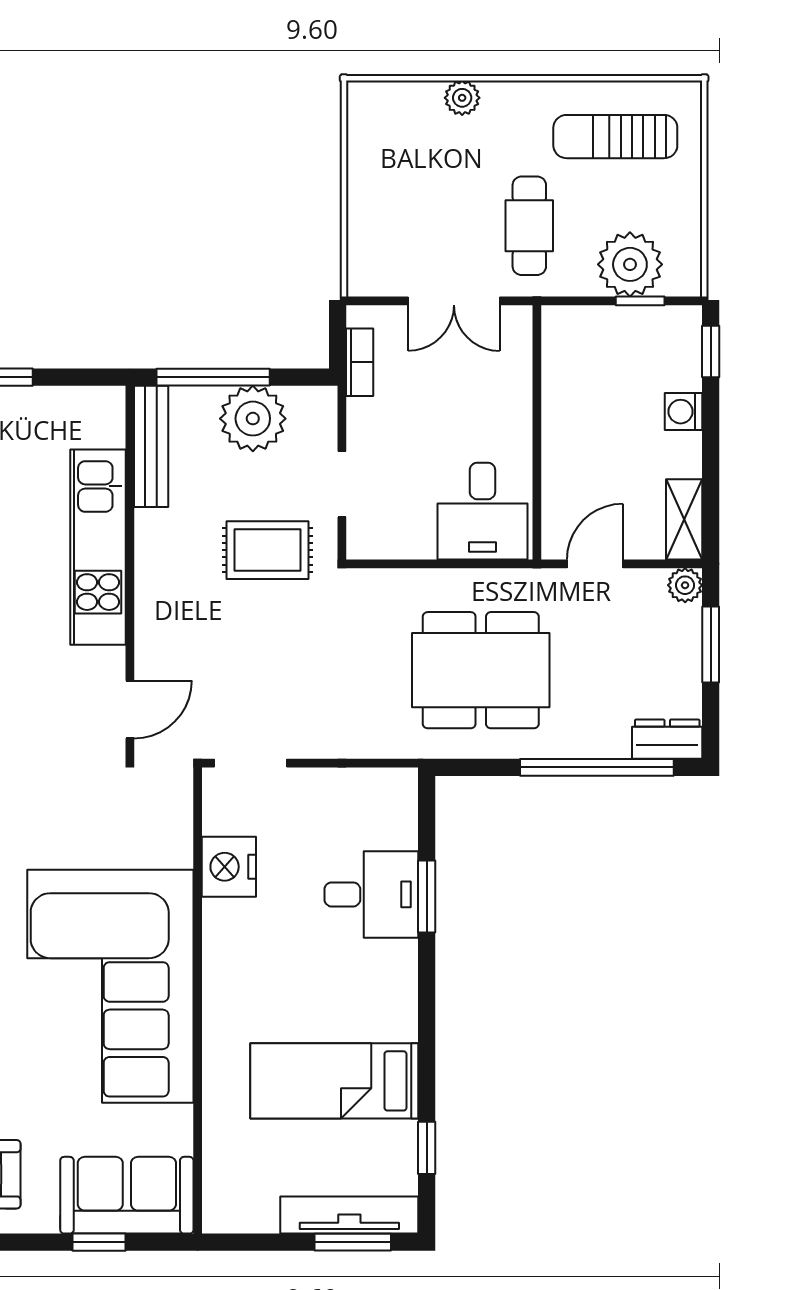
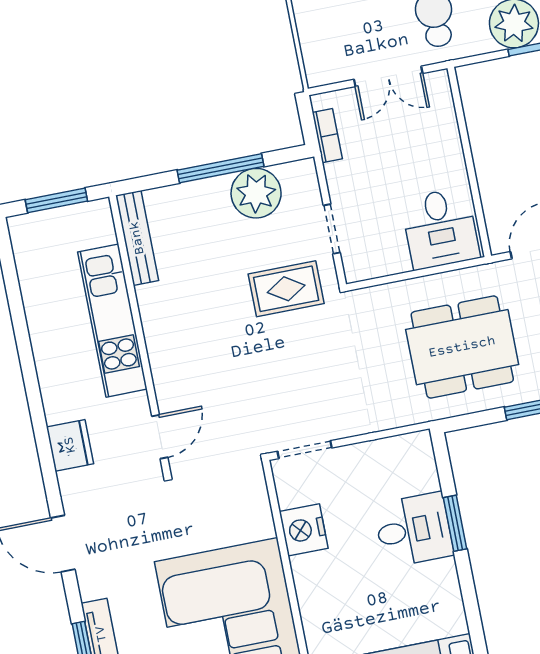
bench: (151, 446) -> (137, 238), moved
kitchen unit: (98, 547) -> (112, 321), moved
wall: (130, 572) -> (140, 335), moved
door: (130, 709) -> (160, 437), moved

